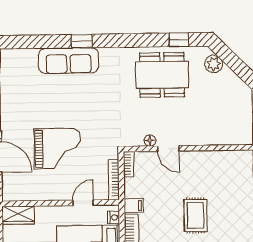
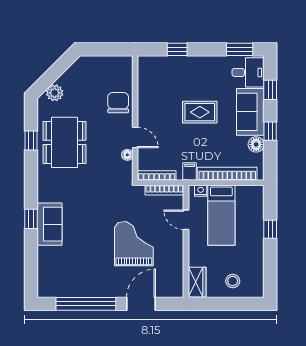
window: (179, 40) -> (31, 140), moved
sofa: (69, 61) -> (49, 224), width x0.73
chair: (204, 130) -> (118, 103), added
door: (168, 148) -> (135, 137), hinge flipped
bookcase: (129, 164) -> (157, 176), width x1.56

